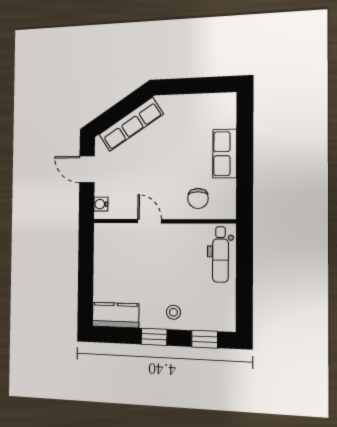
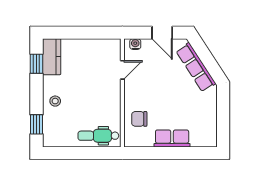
door: (87, 169) -> (162, 33), swing flipped
door: (149, 221) -> (122, 70), moved
window: (154, 337) -> (36, 64), moved

